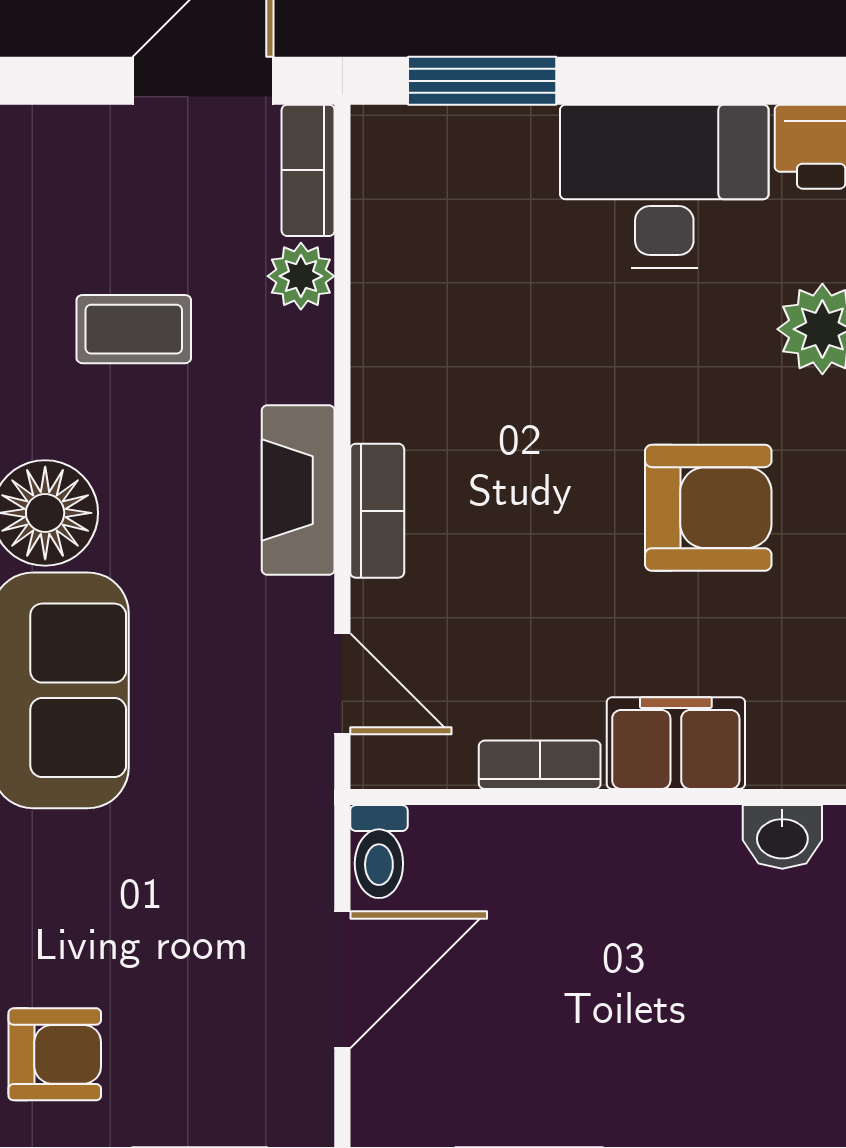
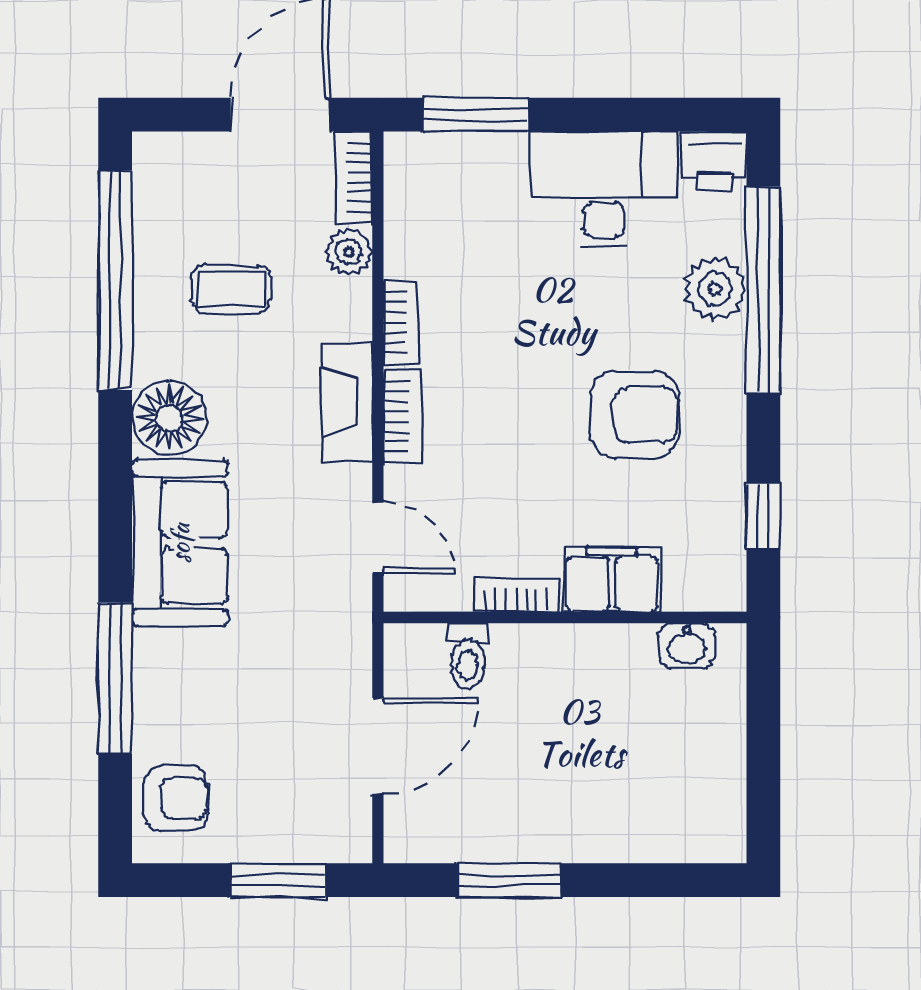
bookcase: (375, 377) -> (400, 322), added
toilet: (379, 852) -> (468, 656), moved

